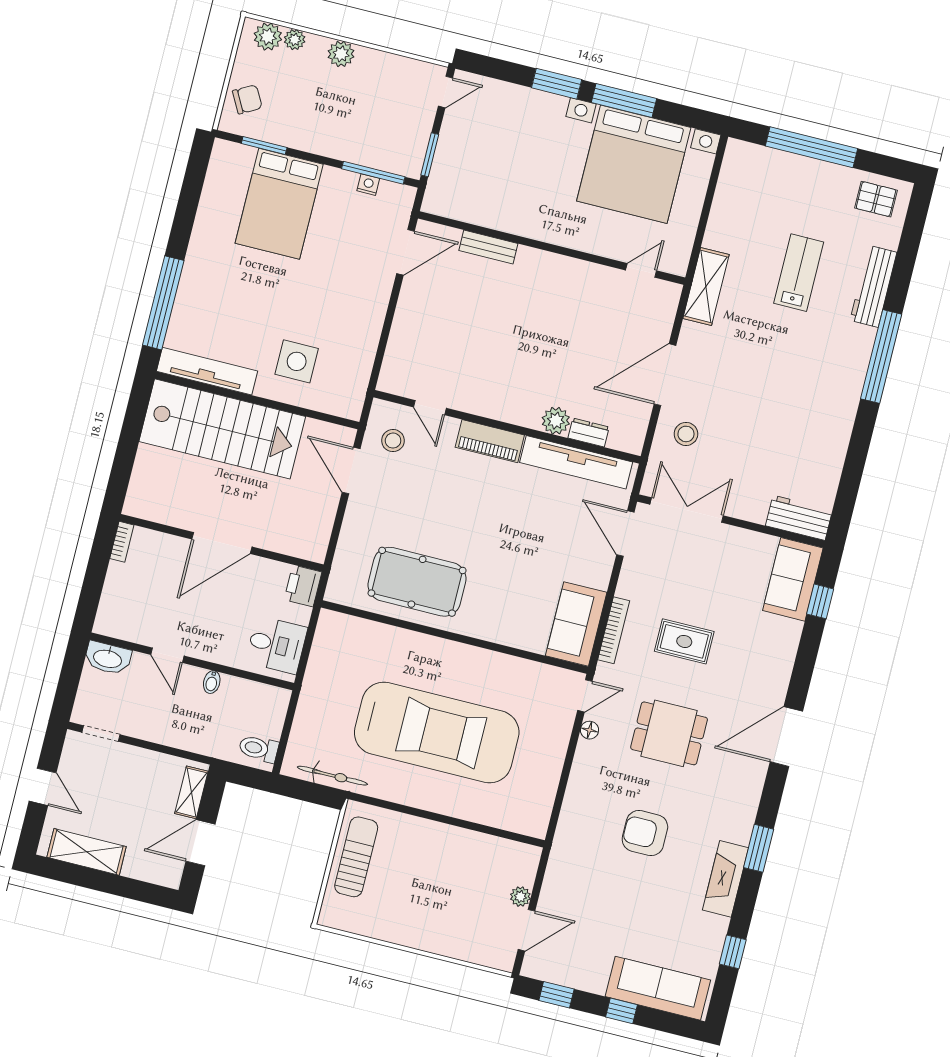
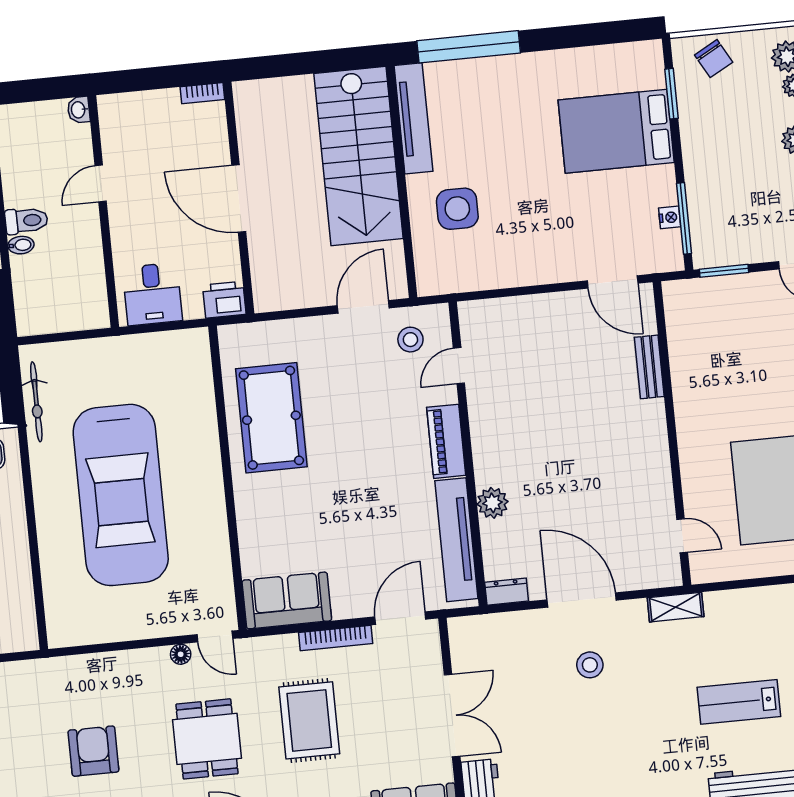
lab bench: (799, 273) -> (739, 702), turned 180
shelving: (706, 286) -> (676, 607), width x0.67, depth x0.75
dresser: (589, 432) -> (507, 592), moved, turned -90
stool: (686, 434) -> (590, 665), moved
double door: (687, 510) -> (452, 716), moved
bookcase: (614, 630) -> (336, 638), moved
rug: (684, 641) -> (309, 720), width x1.36, depth x1.43
washbasin: (108, 658) -> (79, 110), width x0.52, depth x0.69
bidet: (212, 682) -> (21, 245), moved, turned 180
toilet: (259, 749) -> (26, 221), moved, turned 90

